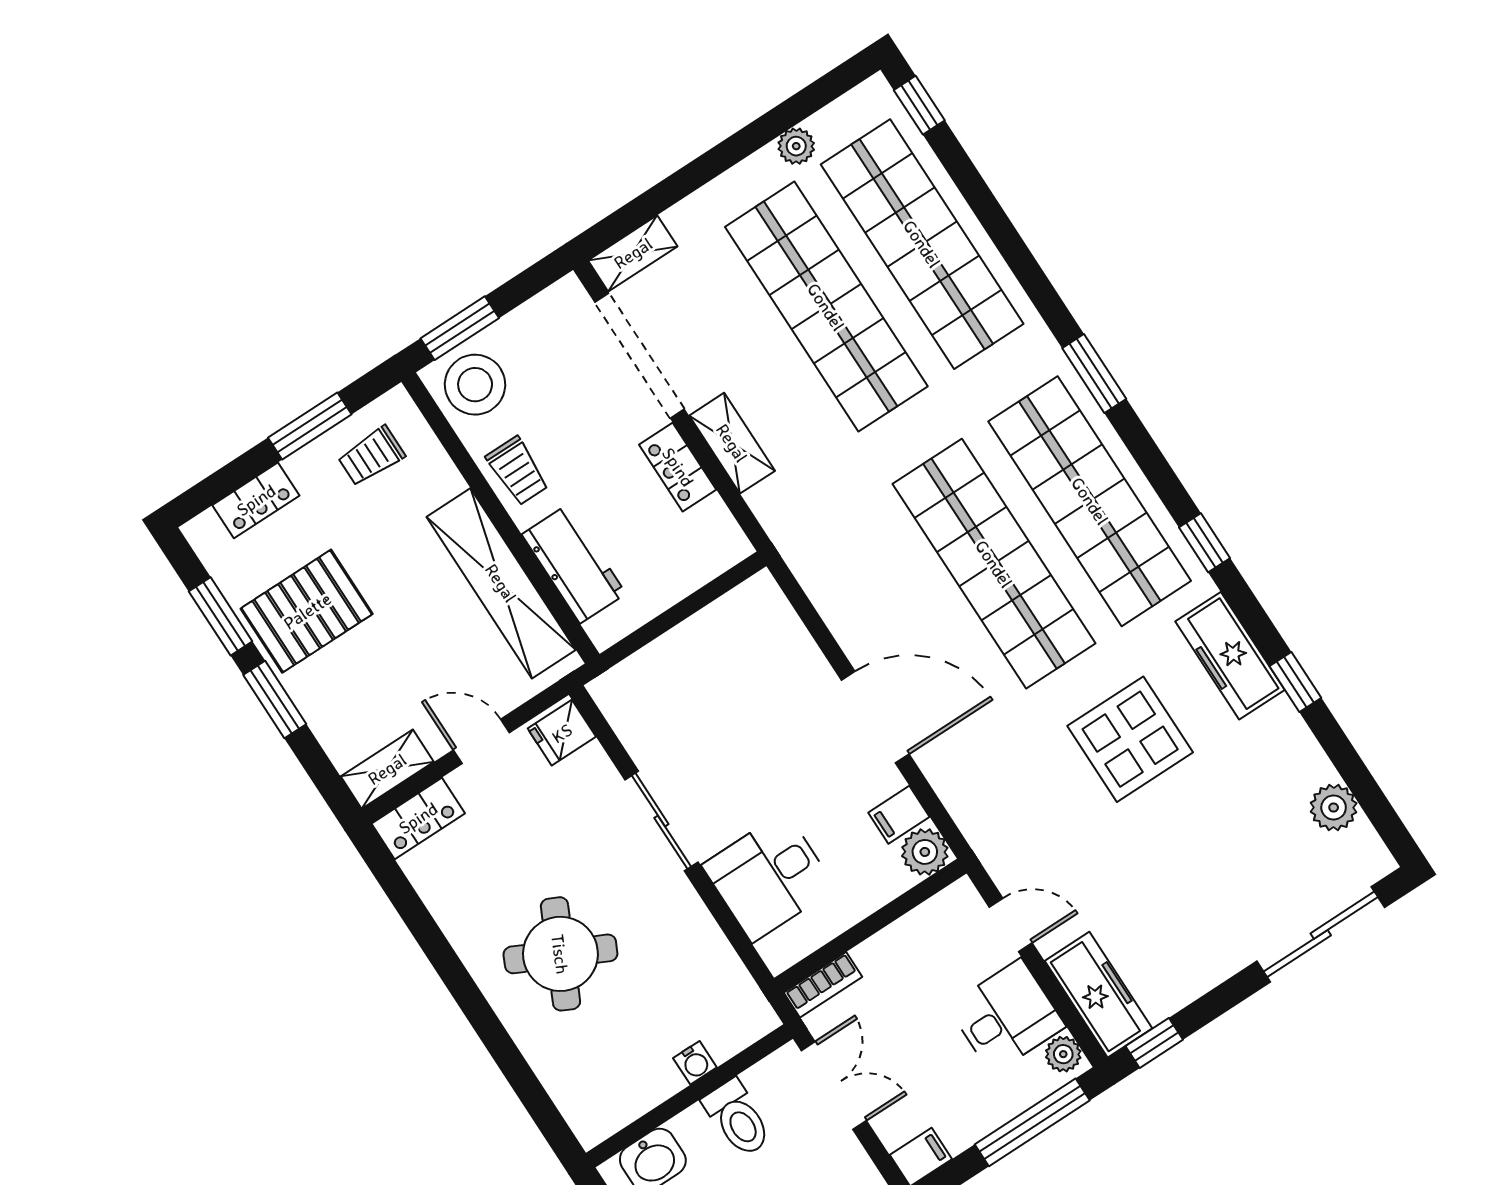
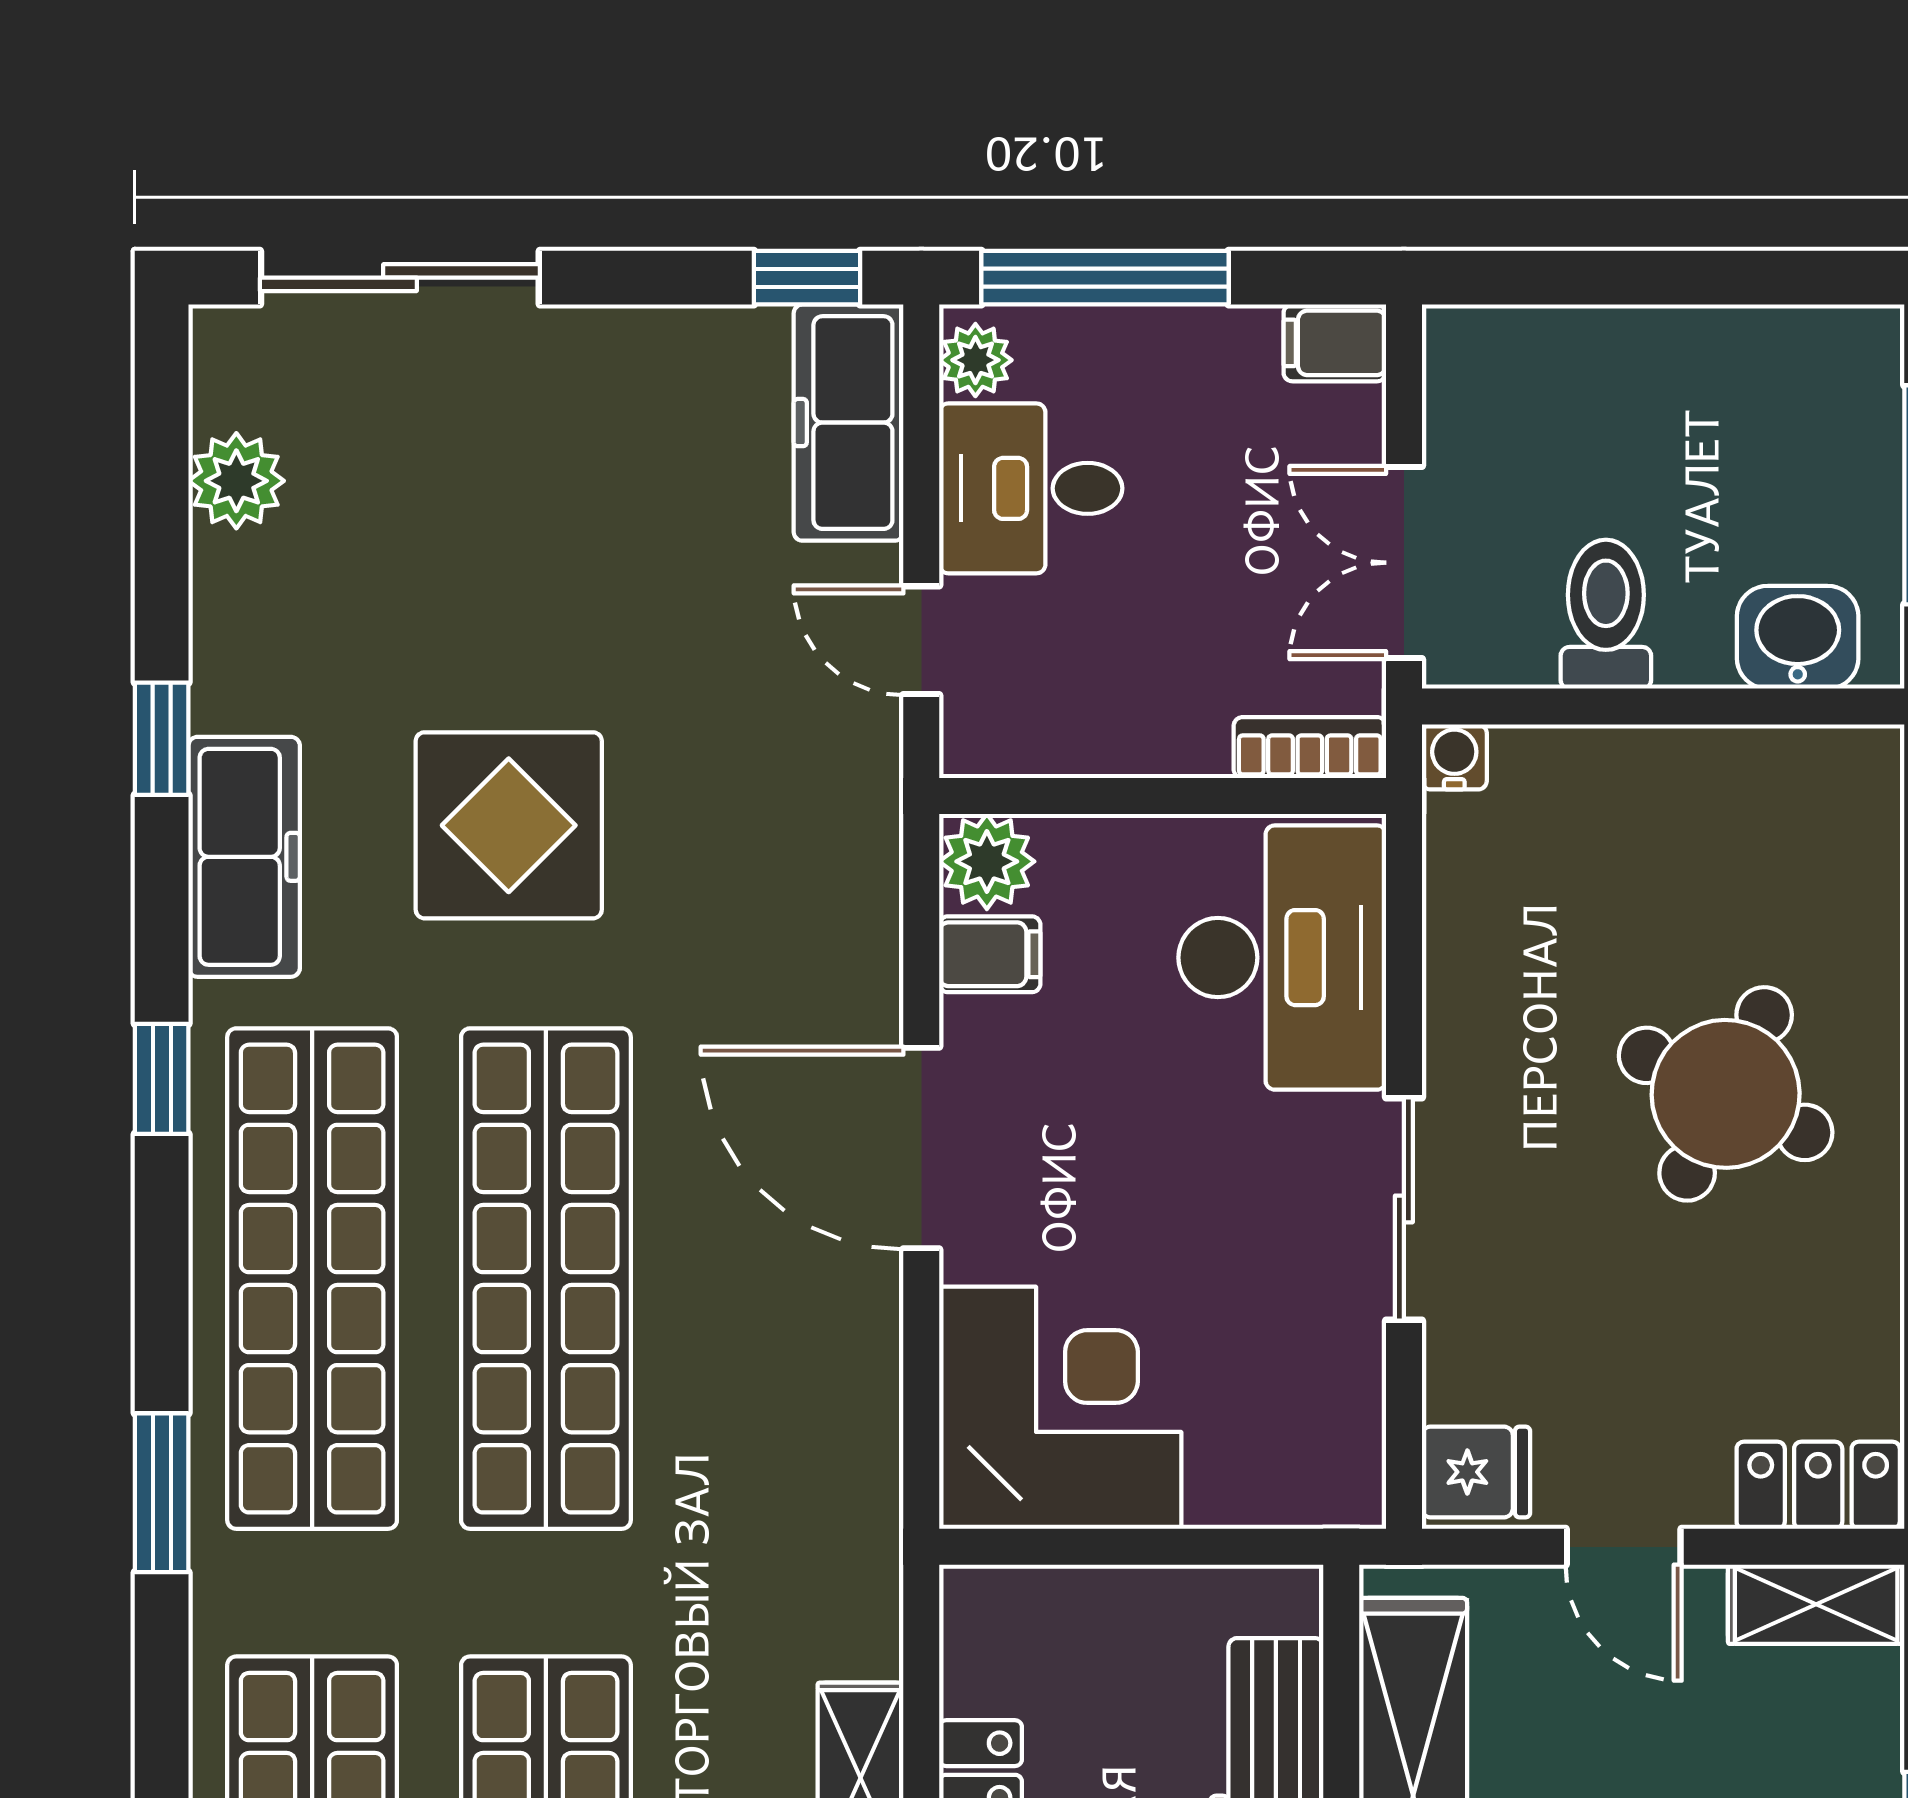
corner desk: (749, 648) -> (1060, 1408), added
desk: (769, 877) -> (1282, 958), width x1.37
water cooler: (695, 1063) -> (1454, 757), moved

